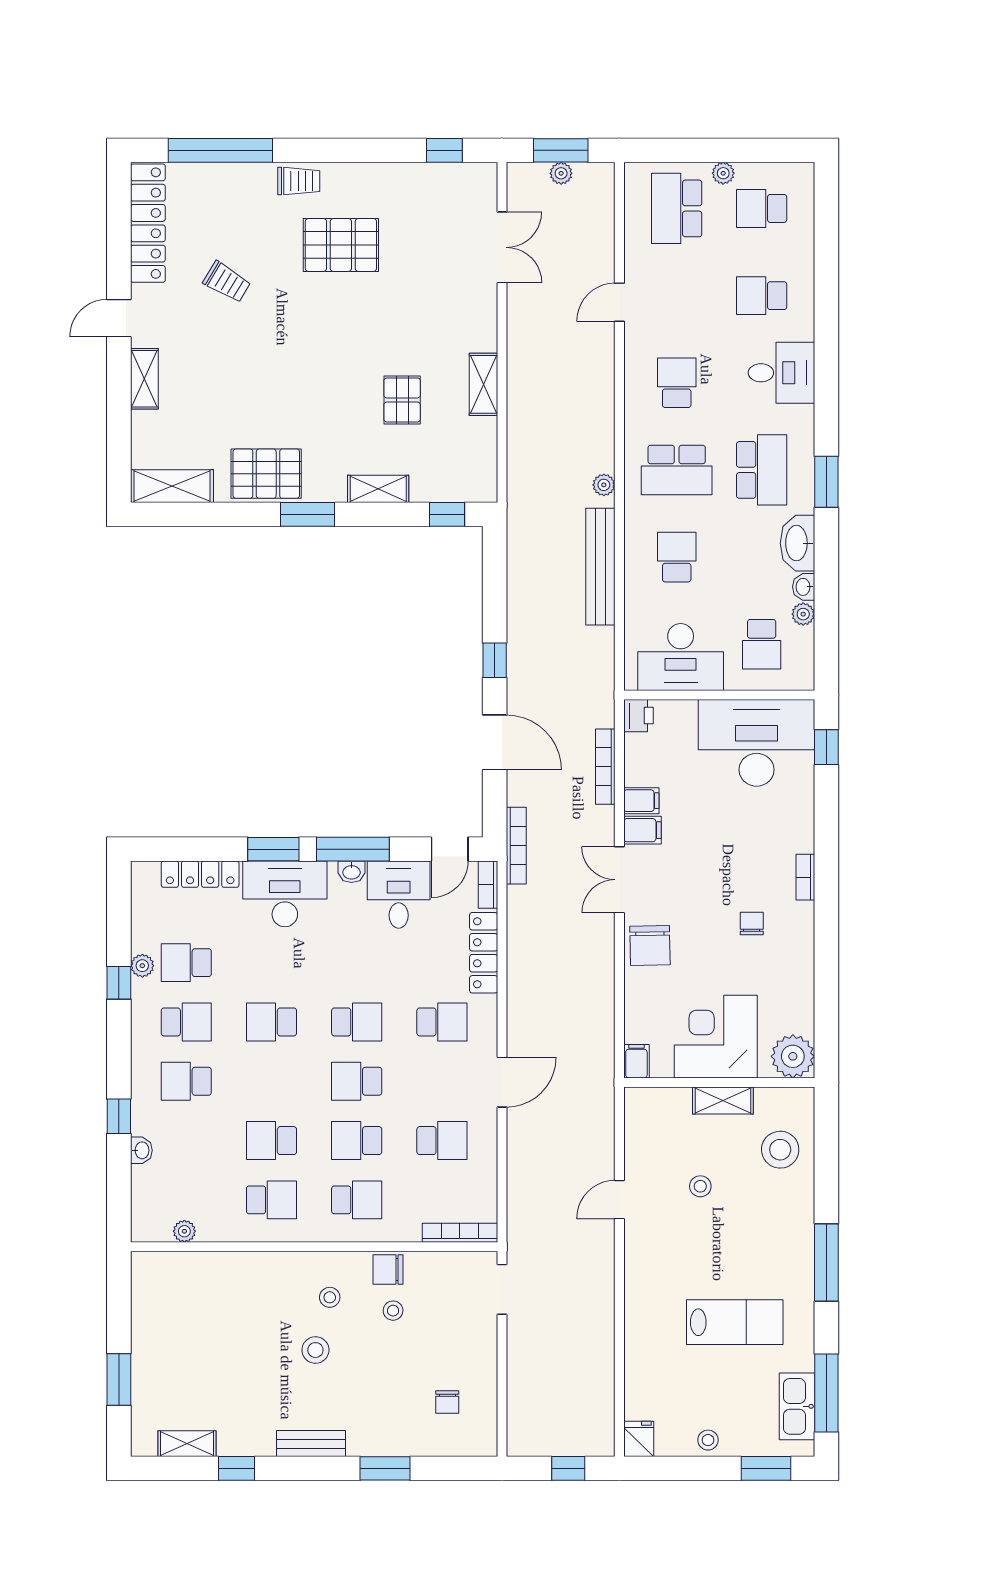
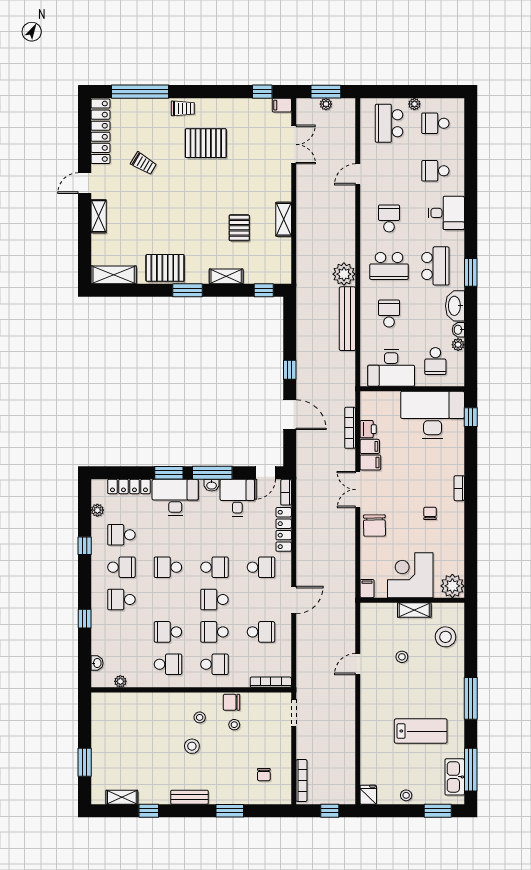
filing cabinet: (480, 175) -> (282, 105), added
plant: (604, 485) -> (344, 274), width x1.87, depth x1.87
printer: (638, 716) -> (368, 429), moved
bookcase: (516, 846) -> (301, 781), moved
plant: (142, 966) -> (97, 510), moved
washbasin: (141, 1150) -> (97, 663), moved

